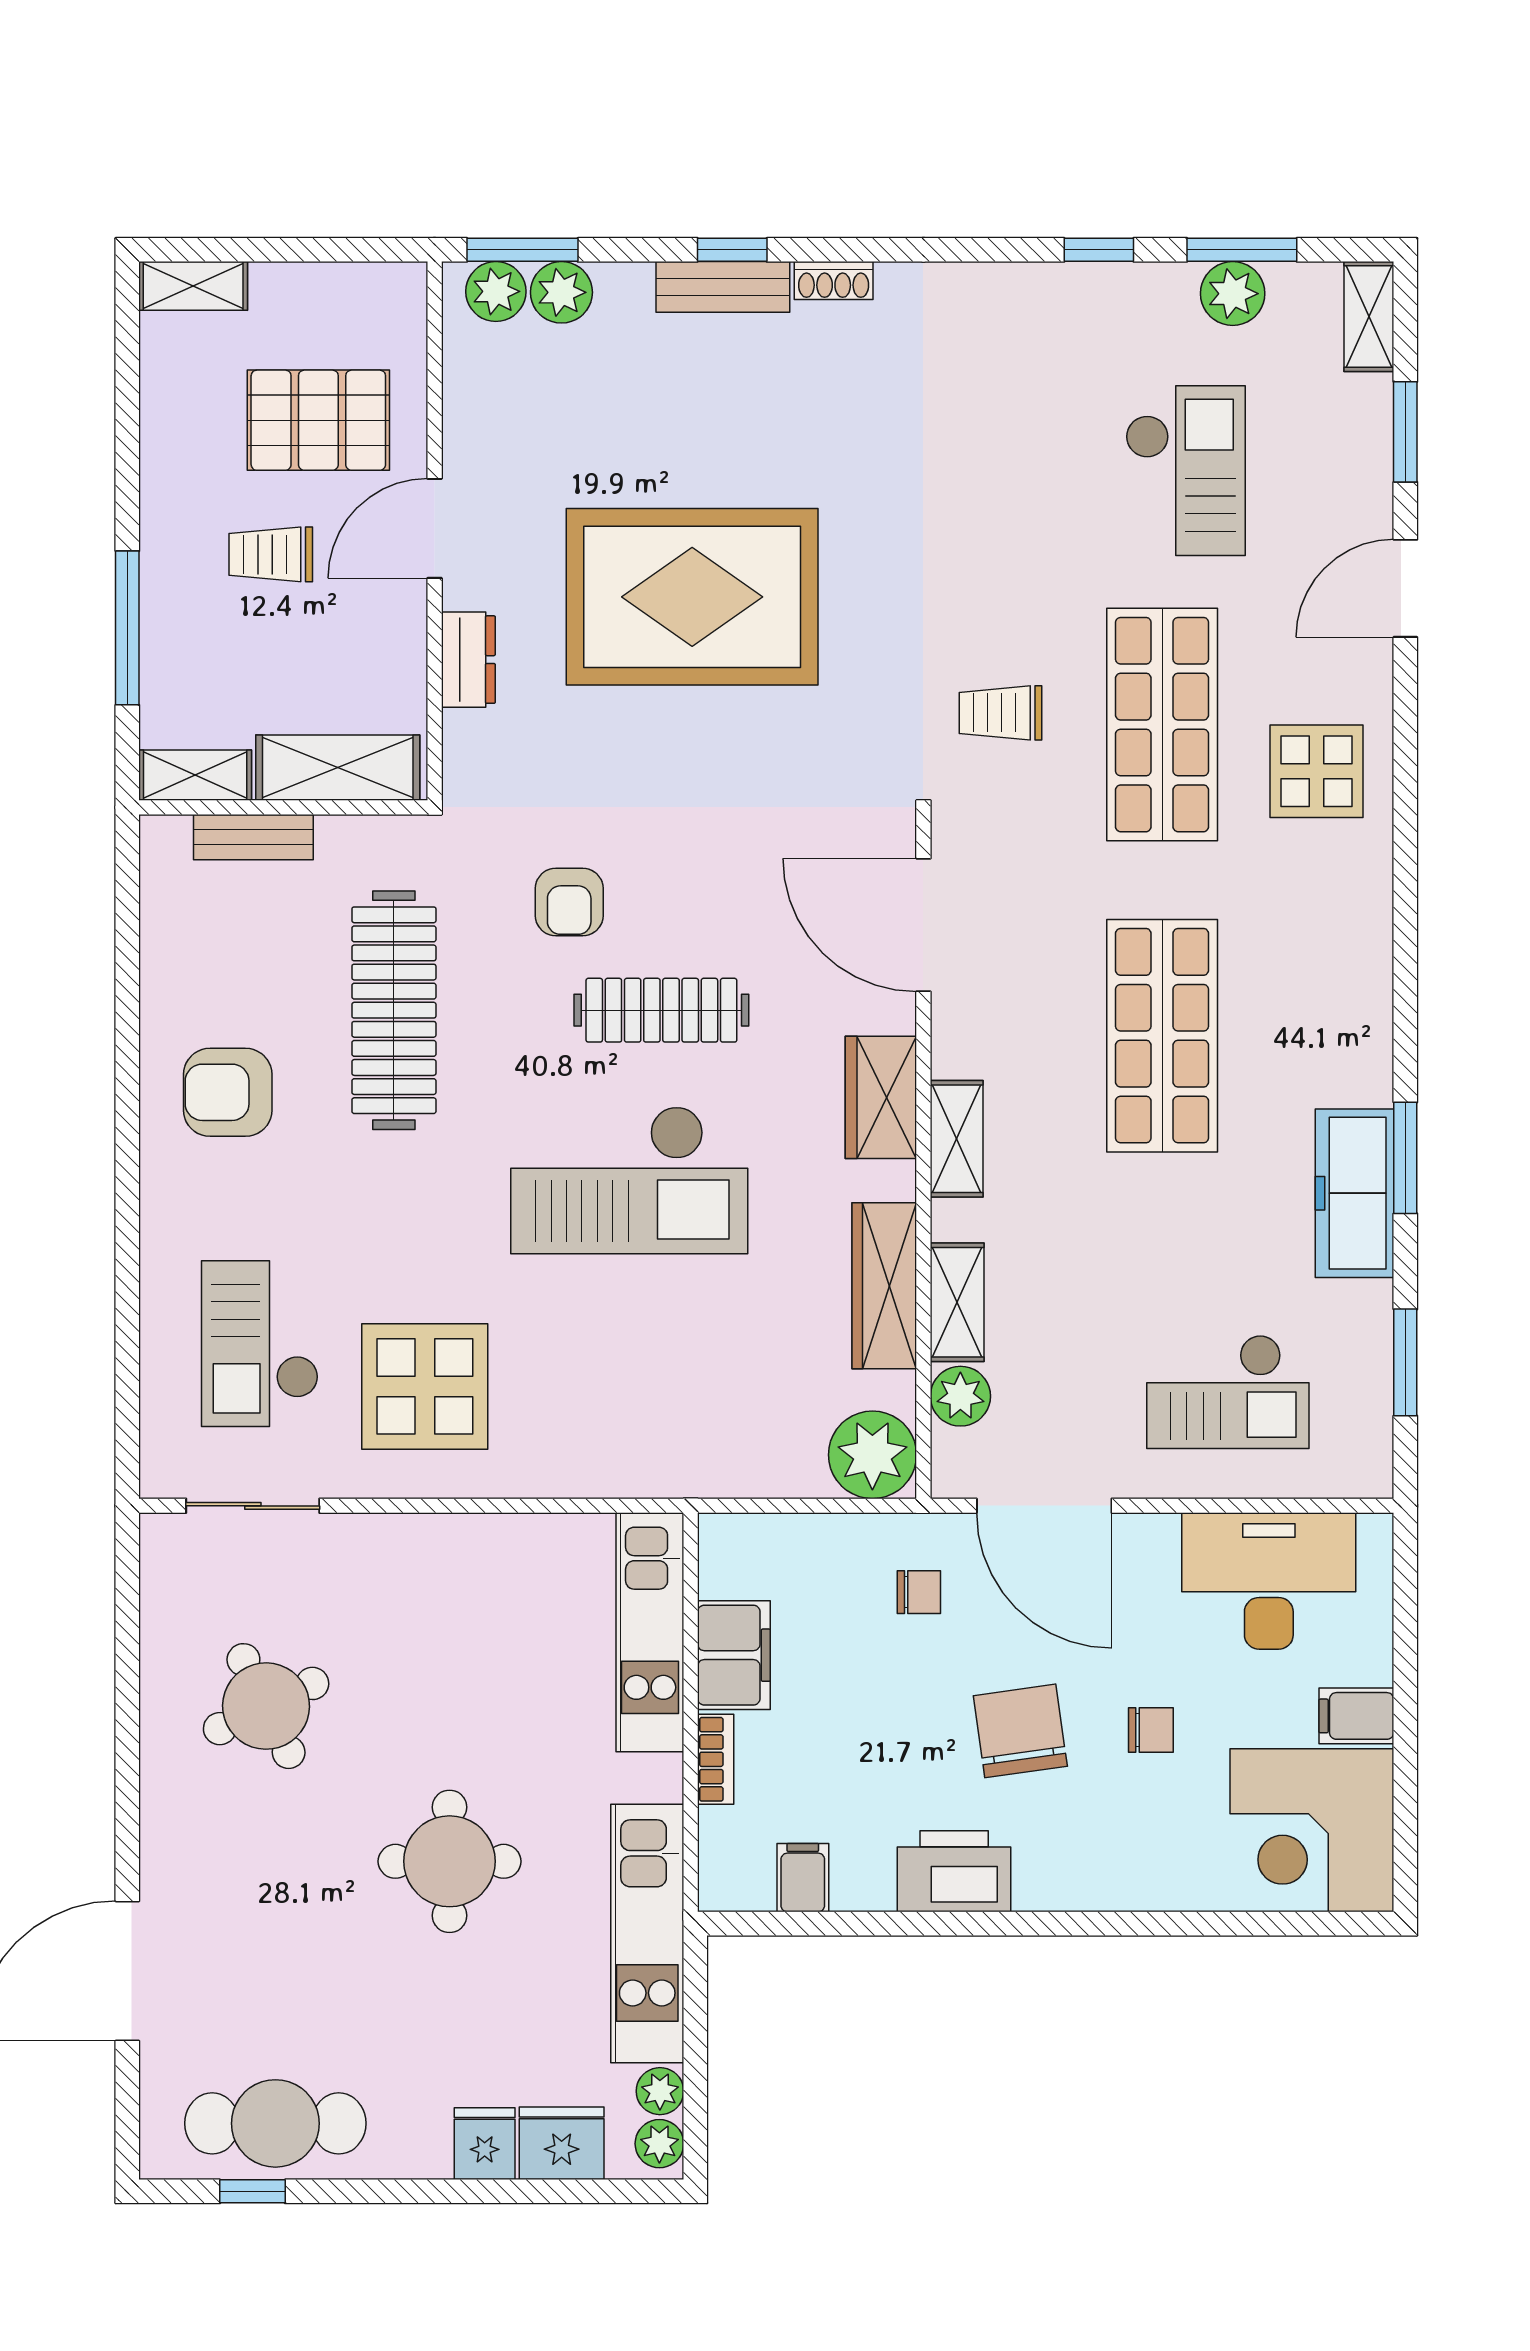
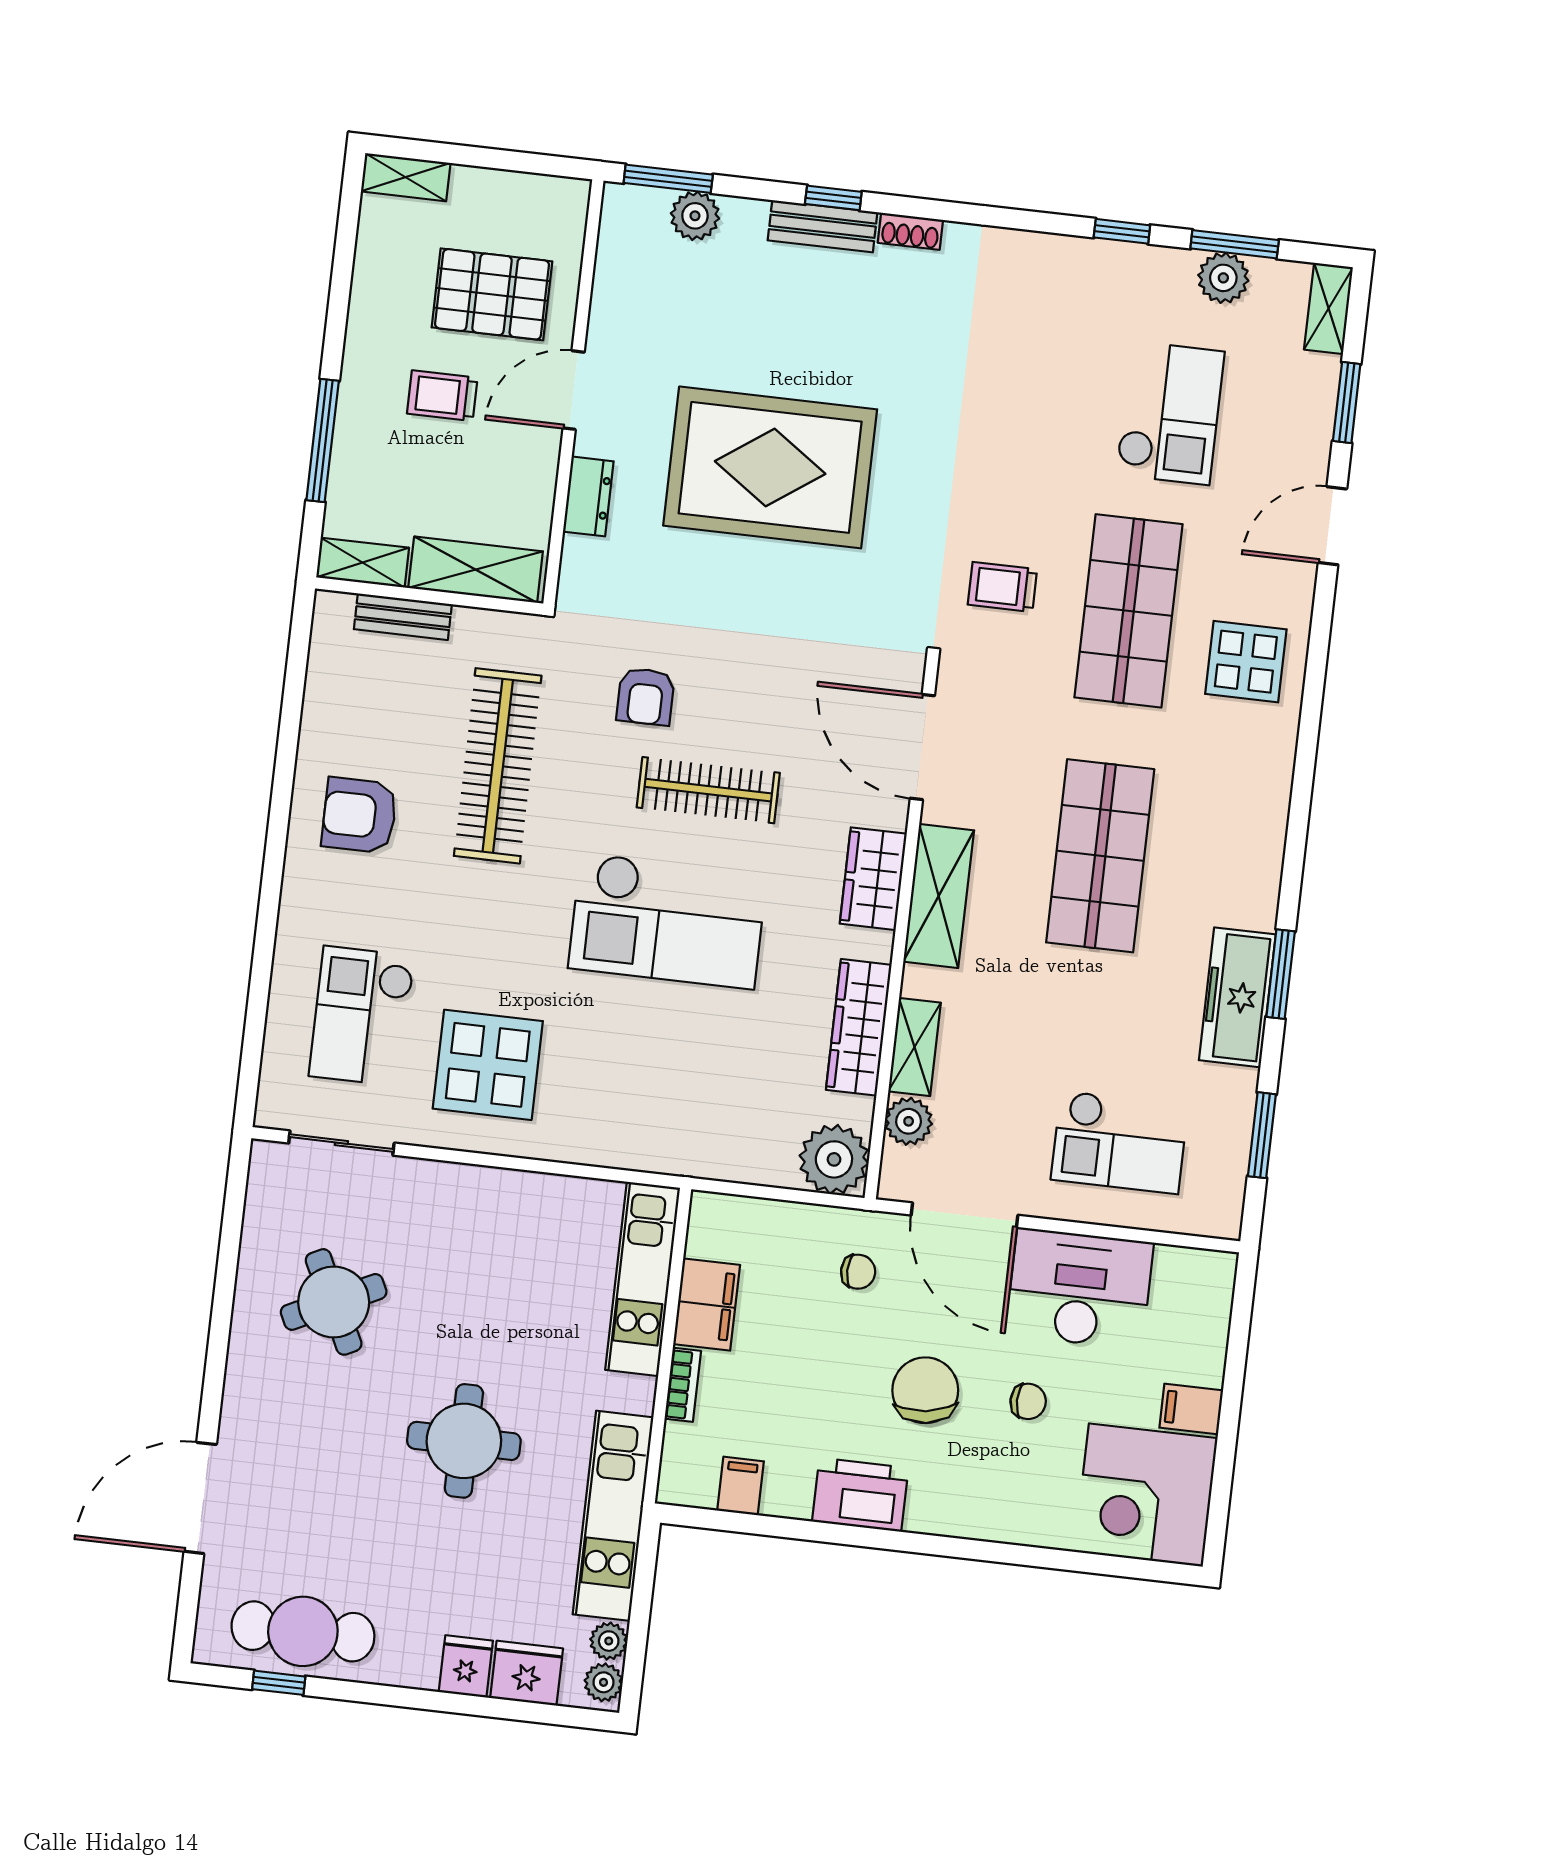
plant: (496, 291) -> (643, 209), removed
shelving: (957, 1139) -> (939, 896), width x1.50, depth x1.33
desk: (1269, 1581) -> (1080, 1289), moved

